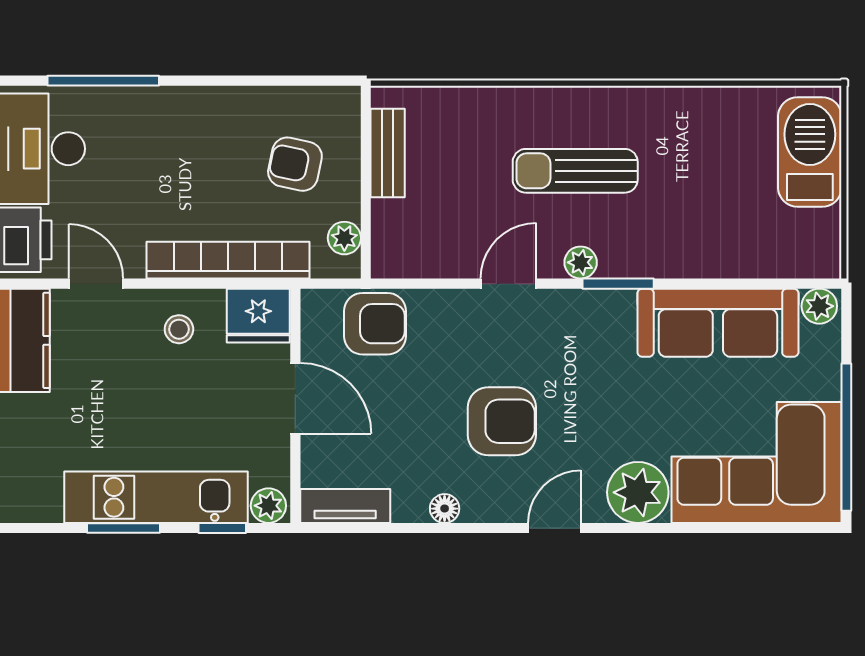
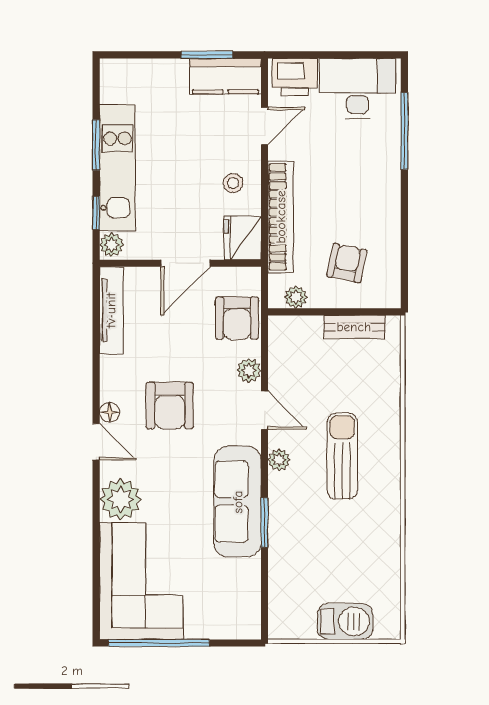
barbecue: (810, 152) -> (345, 622), width x0.73, depth x0.83
window: (618, 284) -> (265, 522), moved
plant: (819, 306) -> (249, 370), moved
sofa: (718, 323) -> (238, 502), moved
tv unit: (345, 506) -> (111, 310), width x1.41
floor lamp: (445, 509) -> (110, 412), moved

